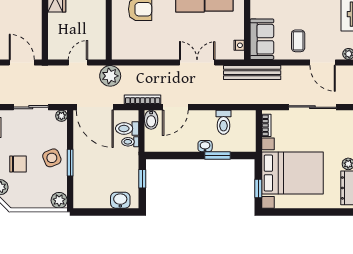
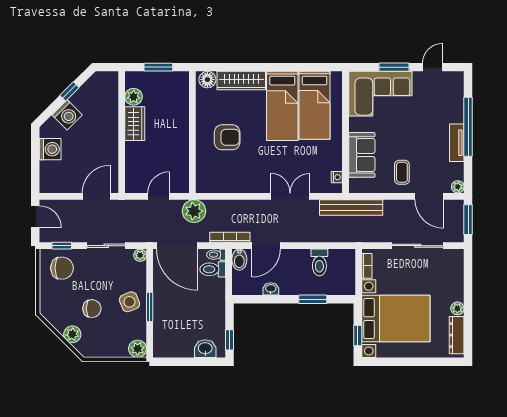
sofa: (262, 39) -> (362, 155), moved
door: (22, 63) -> (96, 196), hinge flipped
toilet: (130, 142) -> (216, 255), moved
washbasin: (205, 146) -> (271, 289), moved
window: (142, 179) -> (229, 340), moved

